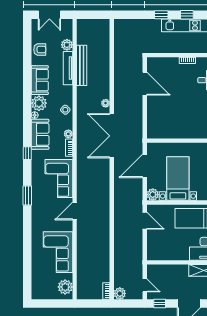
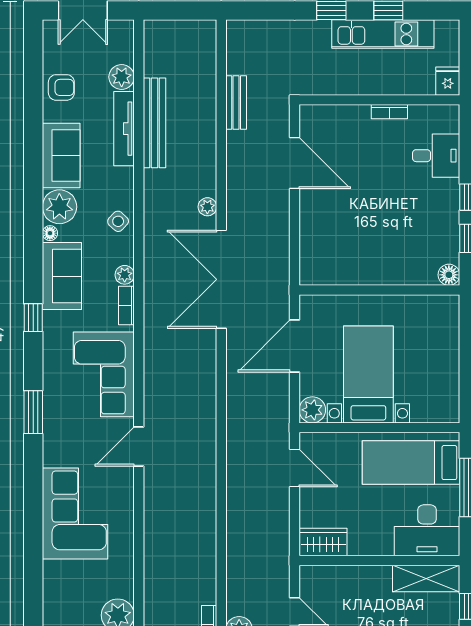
bench: (118, 56) -> (236, 102), added
corner sofa: (58, 252) -> (75, 513), moved, turned 180
wardrobe: (158, 254) -> (323, 542), added

